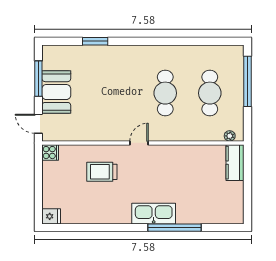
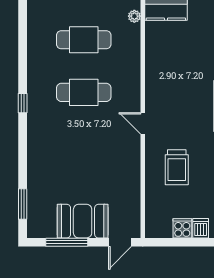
window: (95, 41) -> (23, 204), moved
window: (156, 41) -> (23, 103), added
cooker: (50, 153) -> (182, 228), moved
dishwasher: (50, 192) -> (201, 228), added

